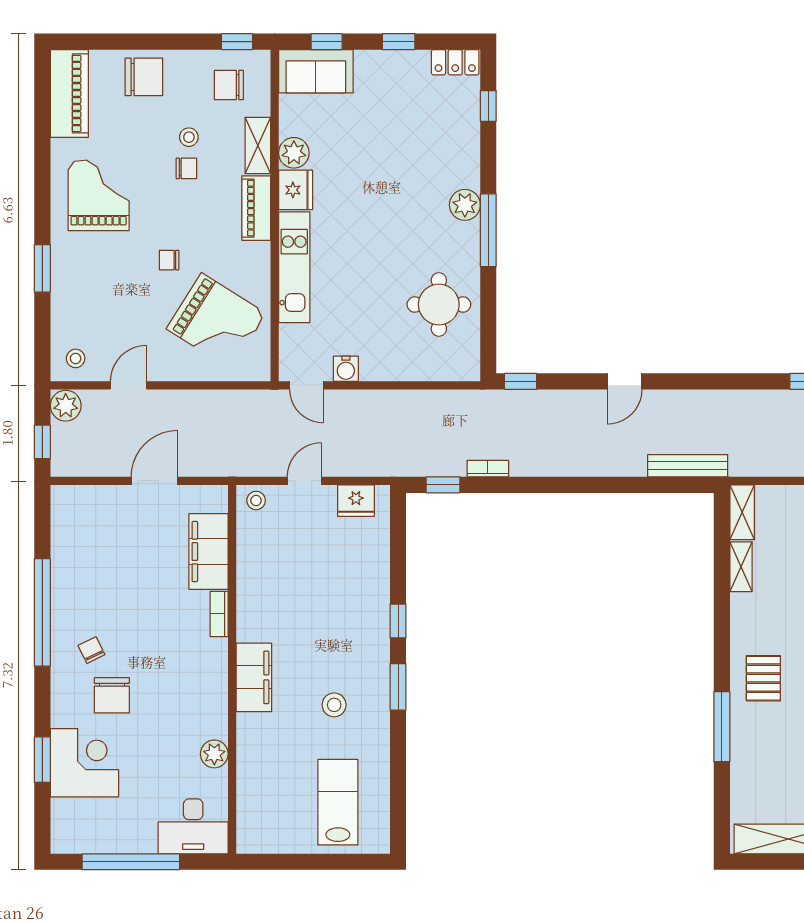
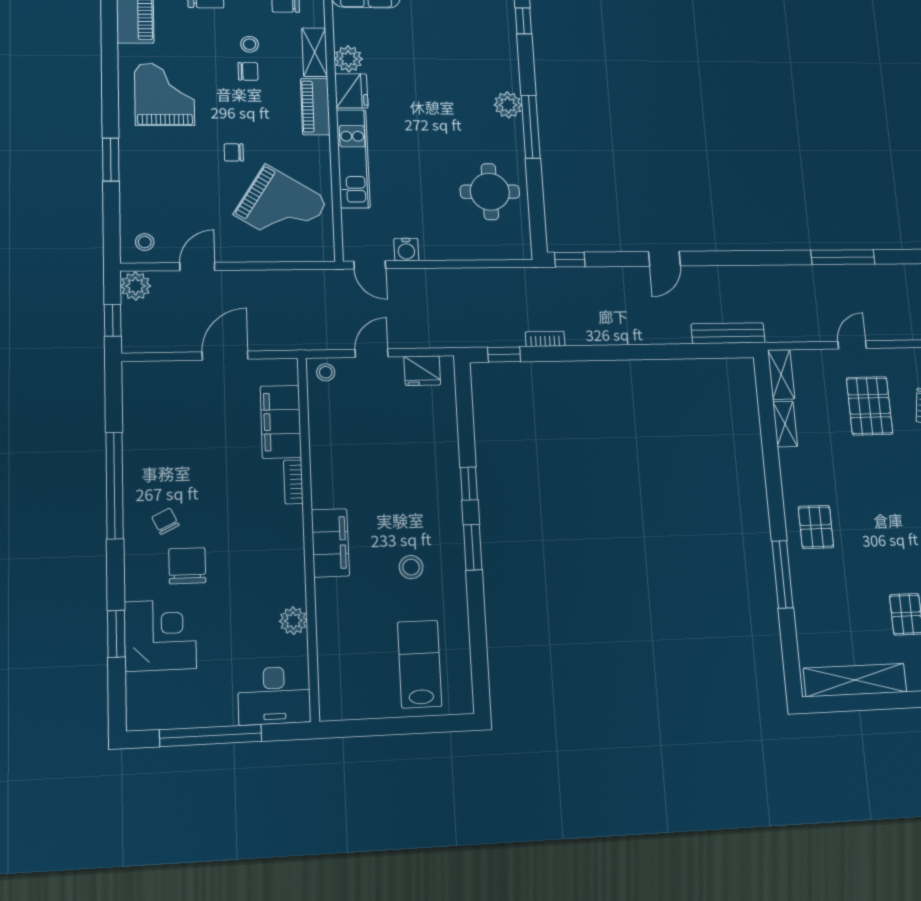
chair: (112, 695) -> (187, 566), turned 180

